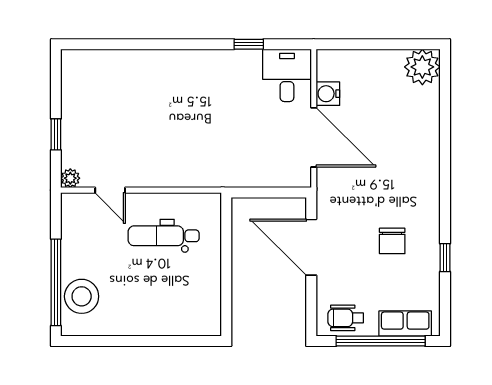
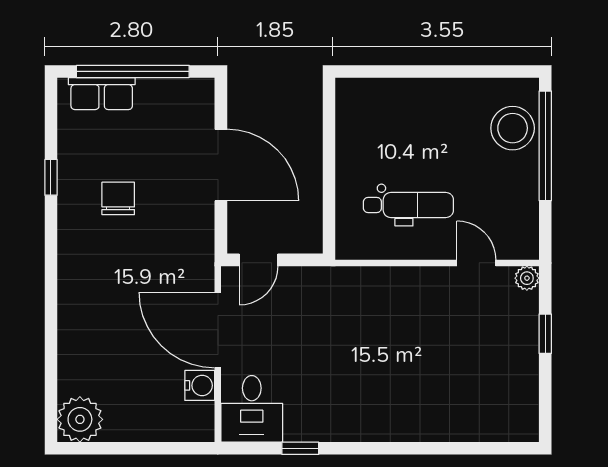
door: (282, 193) -> (259, 260), added
door: (311, 247) -> (221, 165), moved
wheelchair: (346, 318) -> (177, 101), removed

